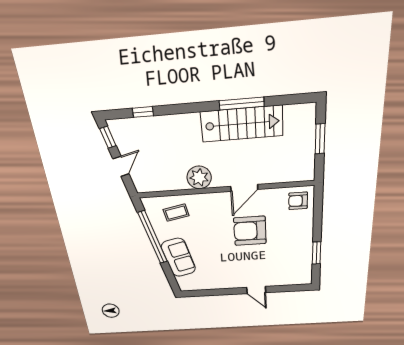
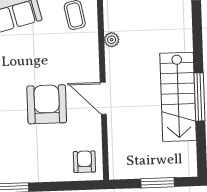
plant: (199, 177) -> (112, 40), width x0.53, depth x0.53

